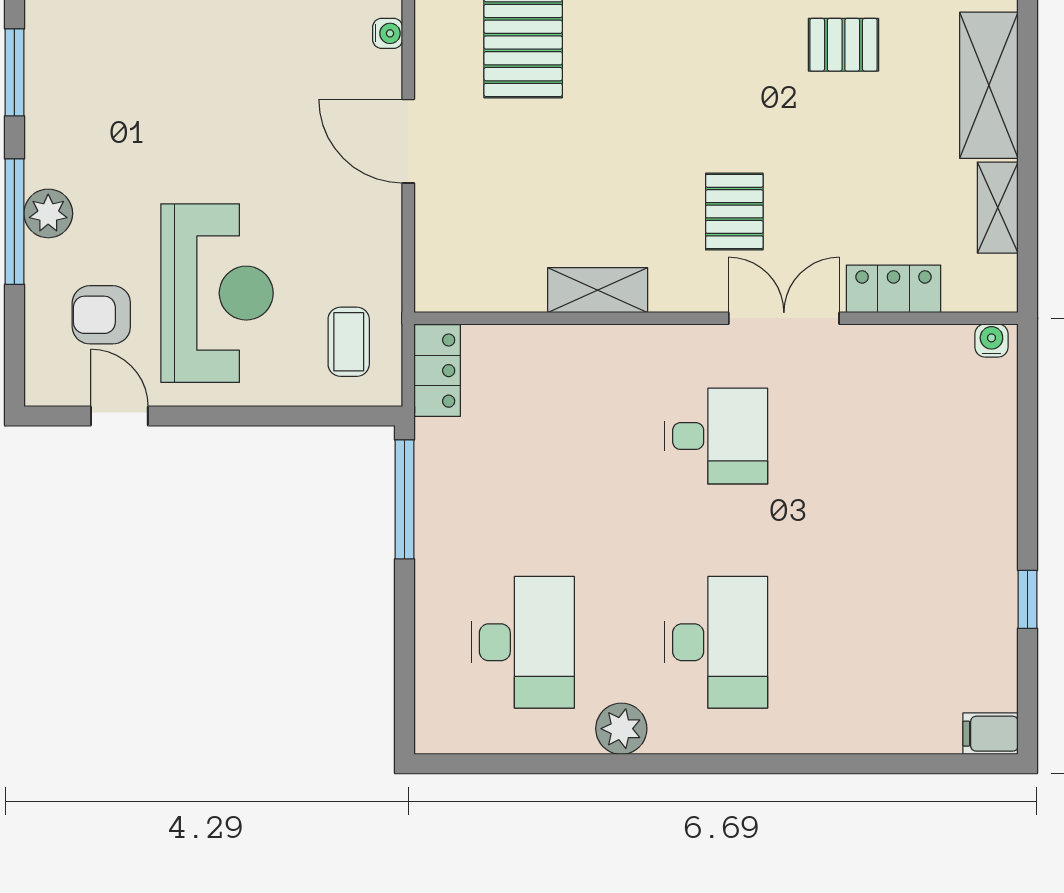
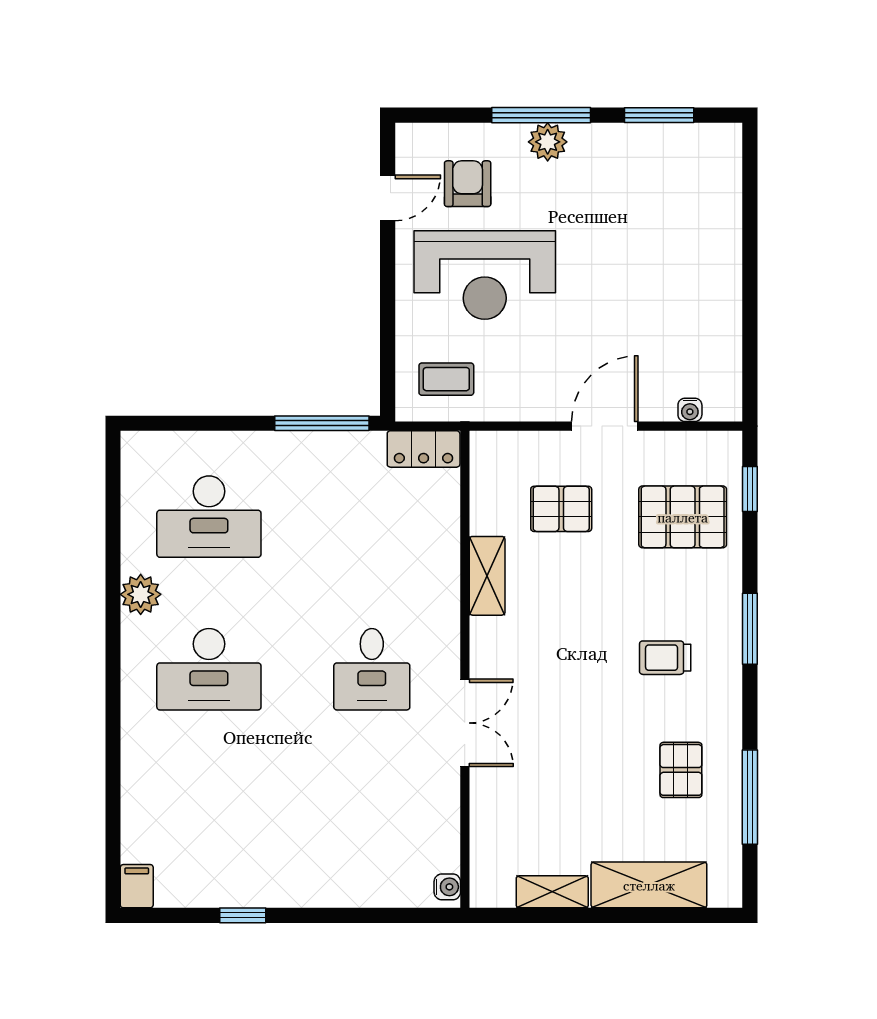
trolley: (701, 65) -> (665, 658), added
pallet: (734, 212) -> (561, 509), moved
locker: (893, 289) -> (488, 809), removed

